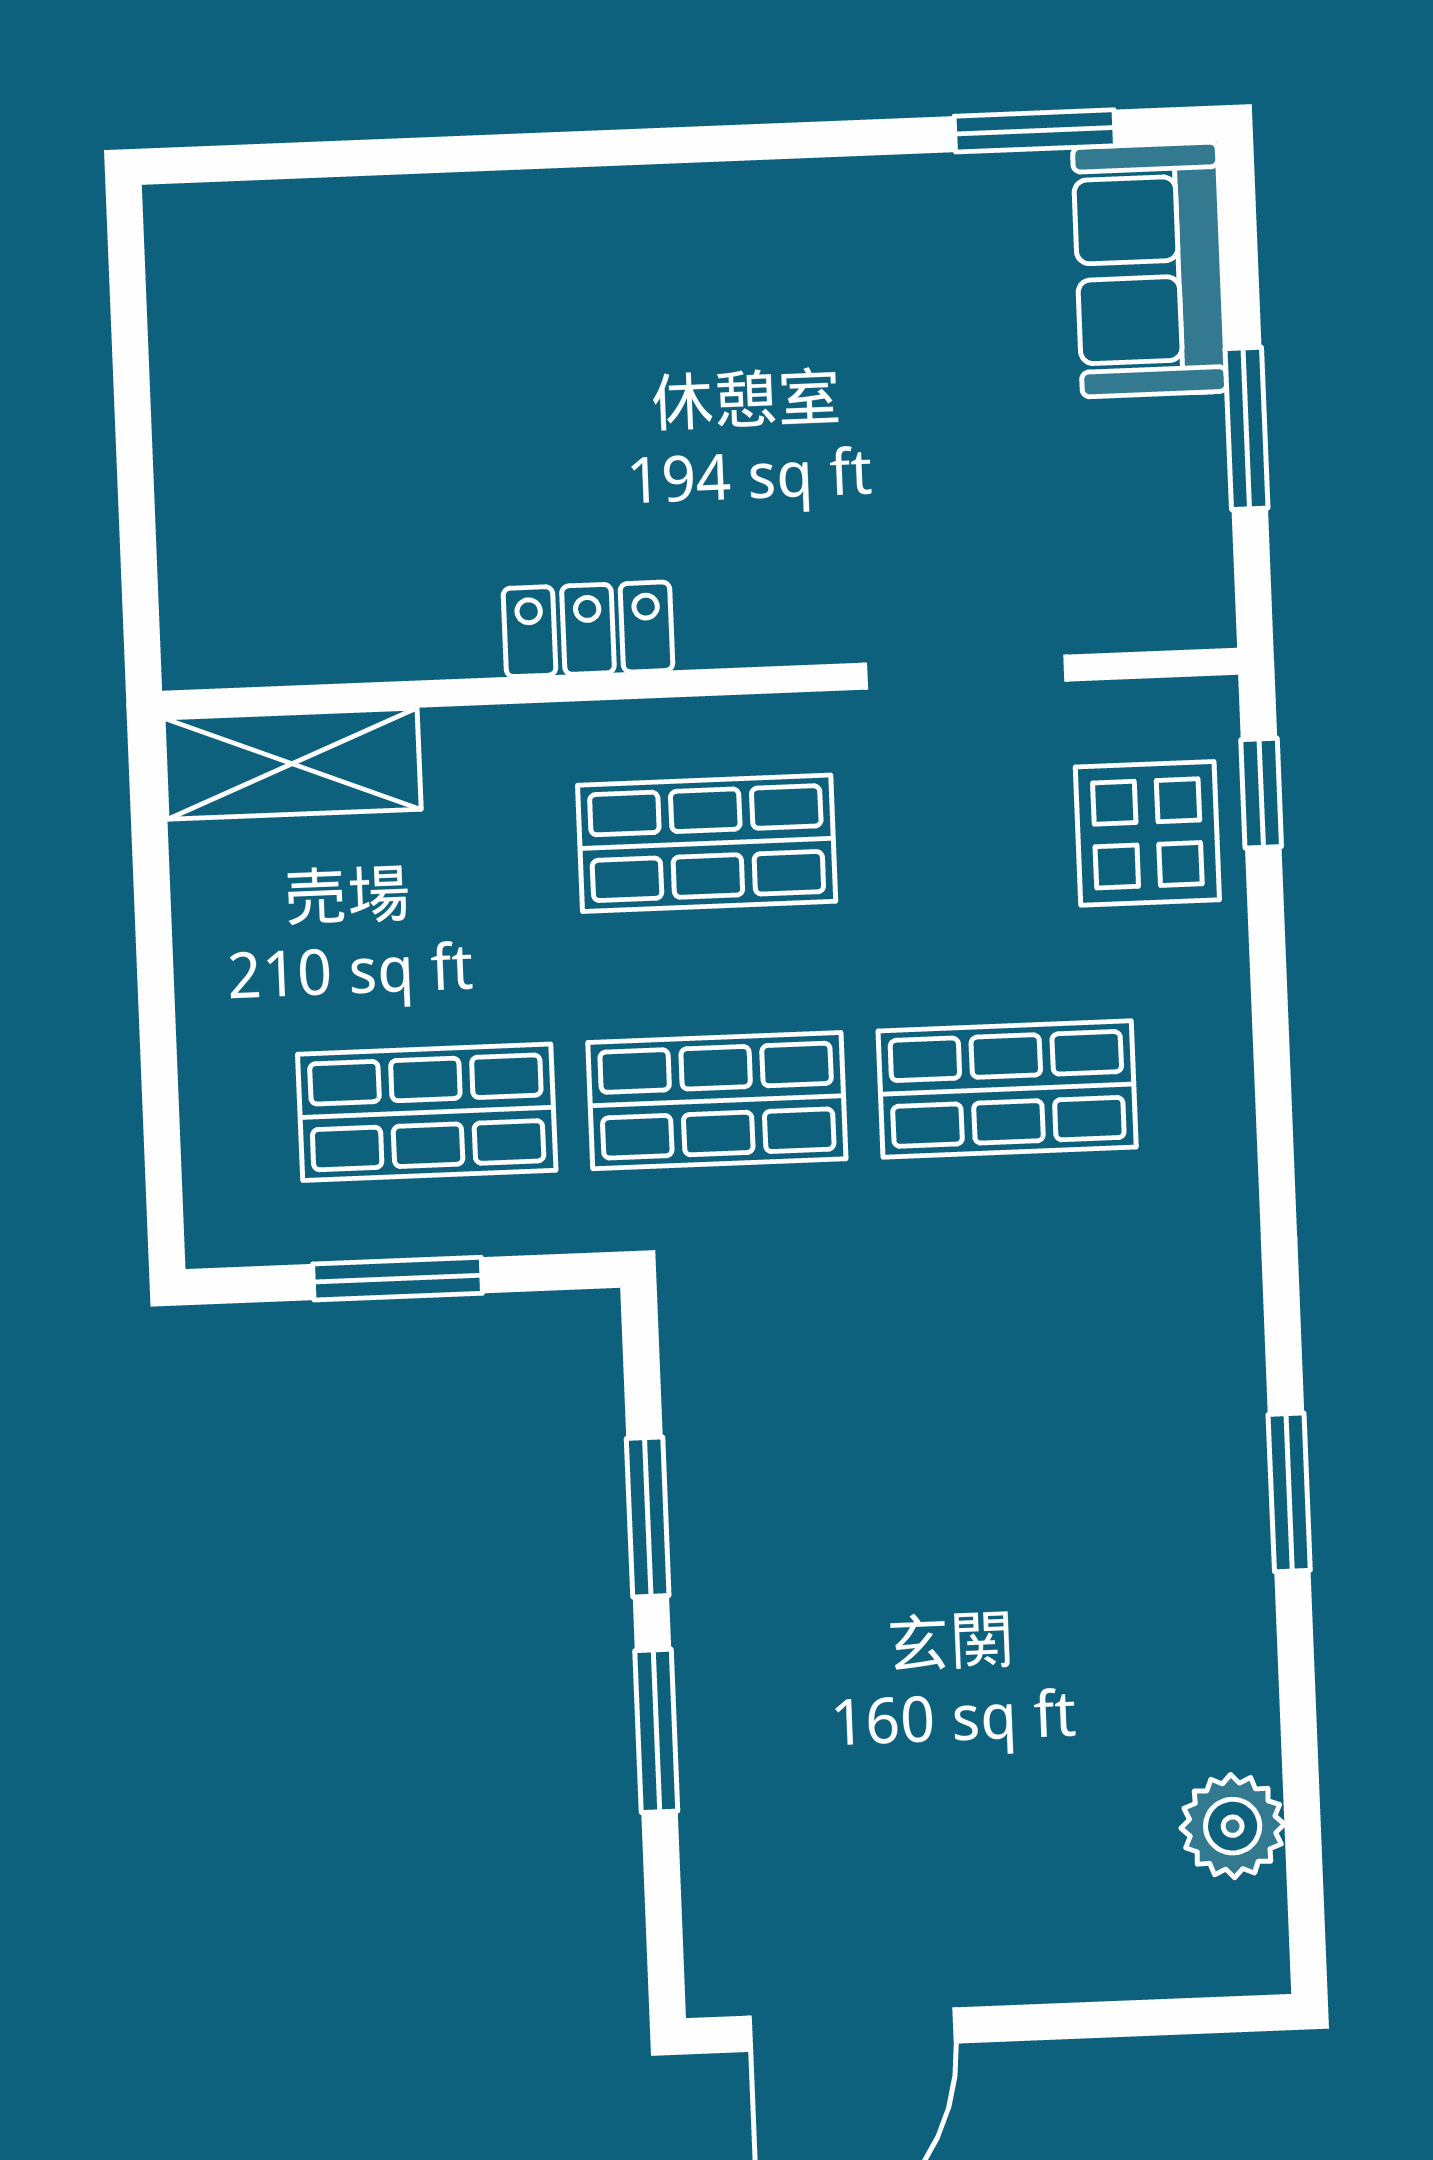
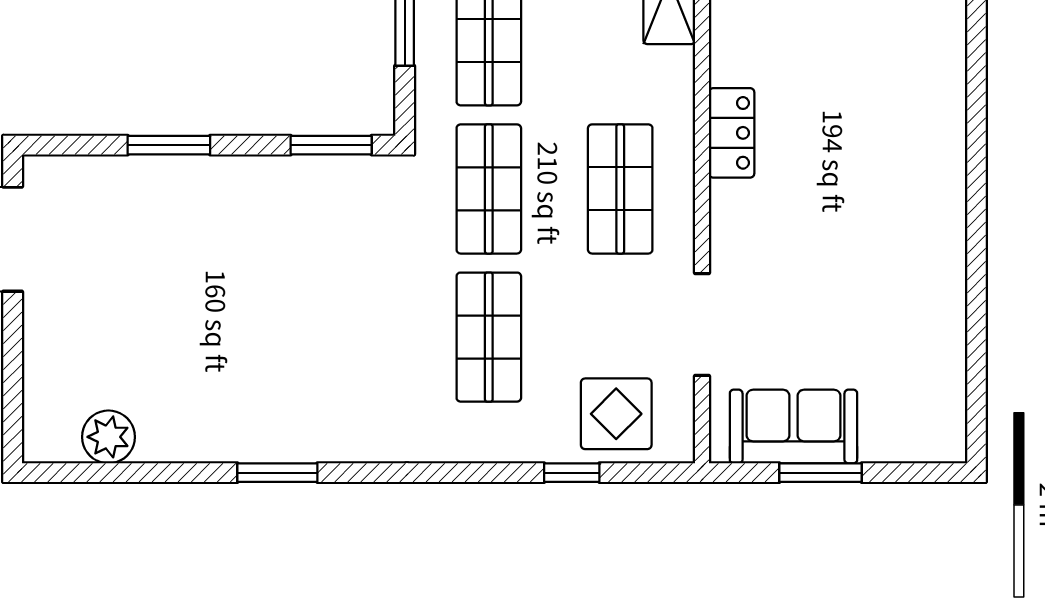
window: (1035, 131) -> (976, 371), removed
sofa: (1150, 269) -> (794, 427), moved
window: (1261, 793) -> (572, 473), moved
window: (648, 1517) -> (331, 145), moved

